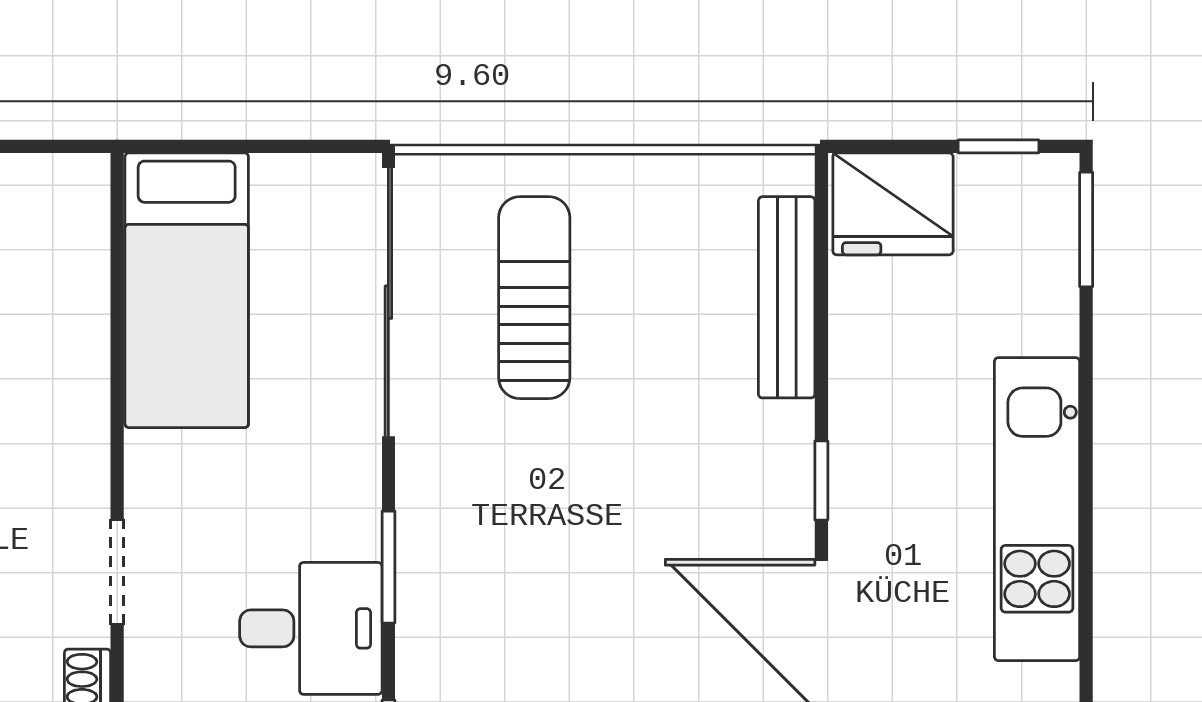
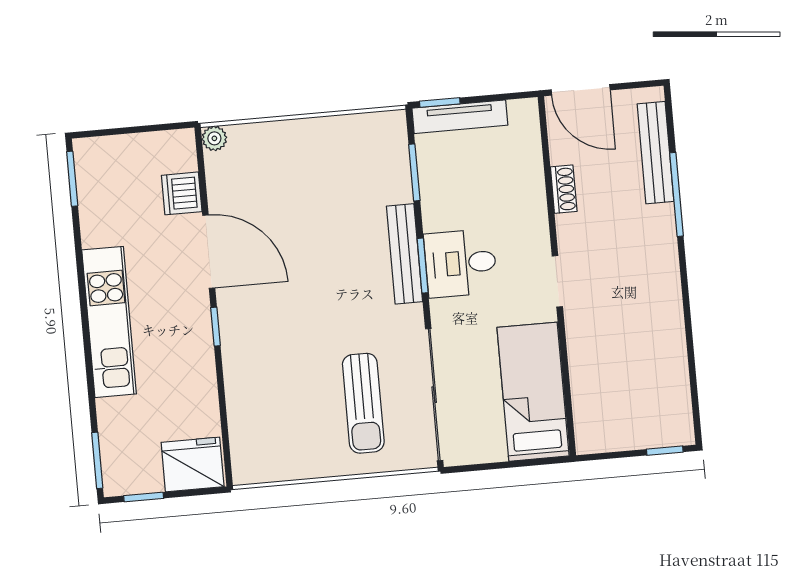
bench: (787, 297) -> (405, 254), moved
doorway: (117, 572) -> (557, 281), moved
desk: (311, 628) -> (461, 263), moved

